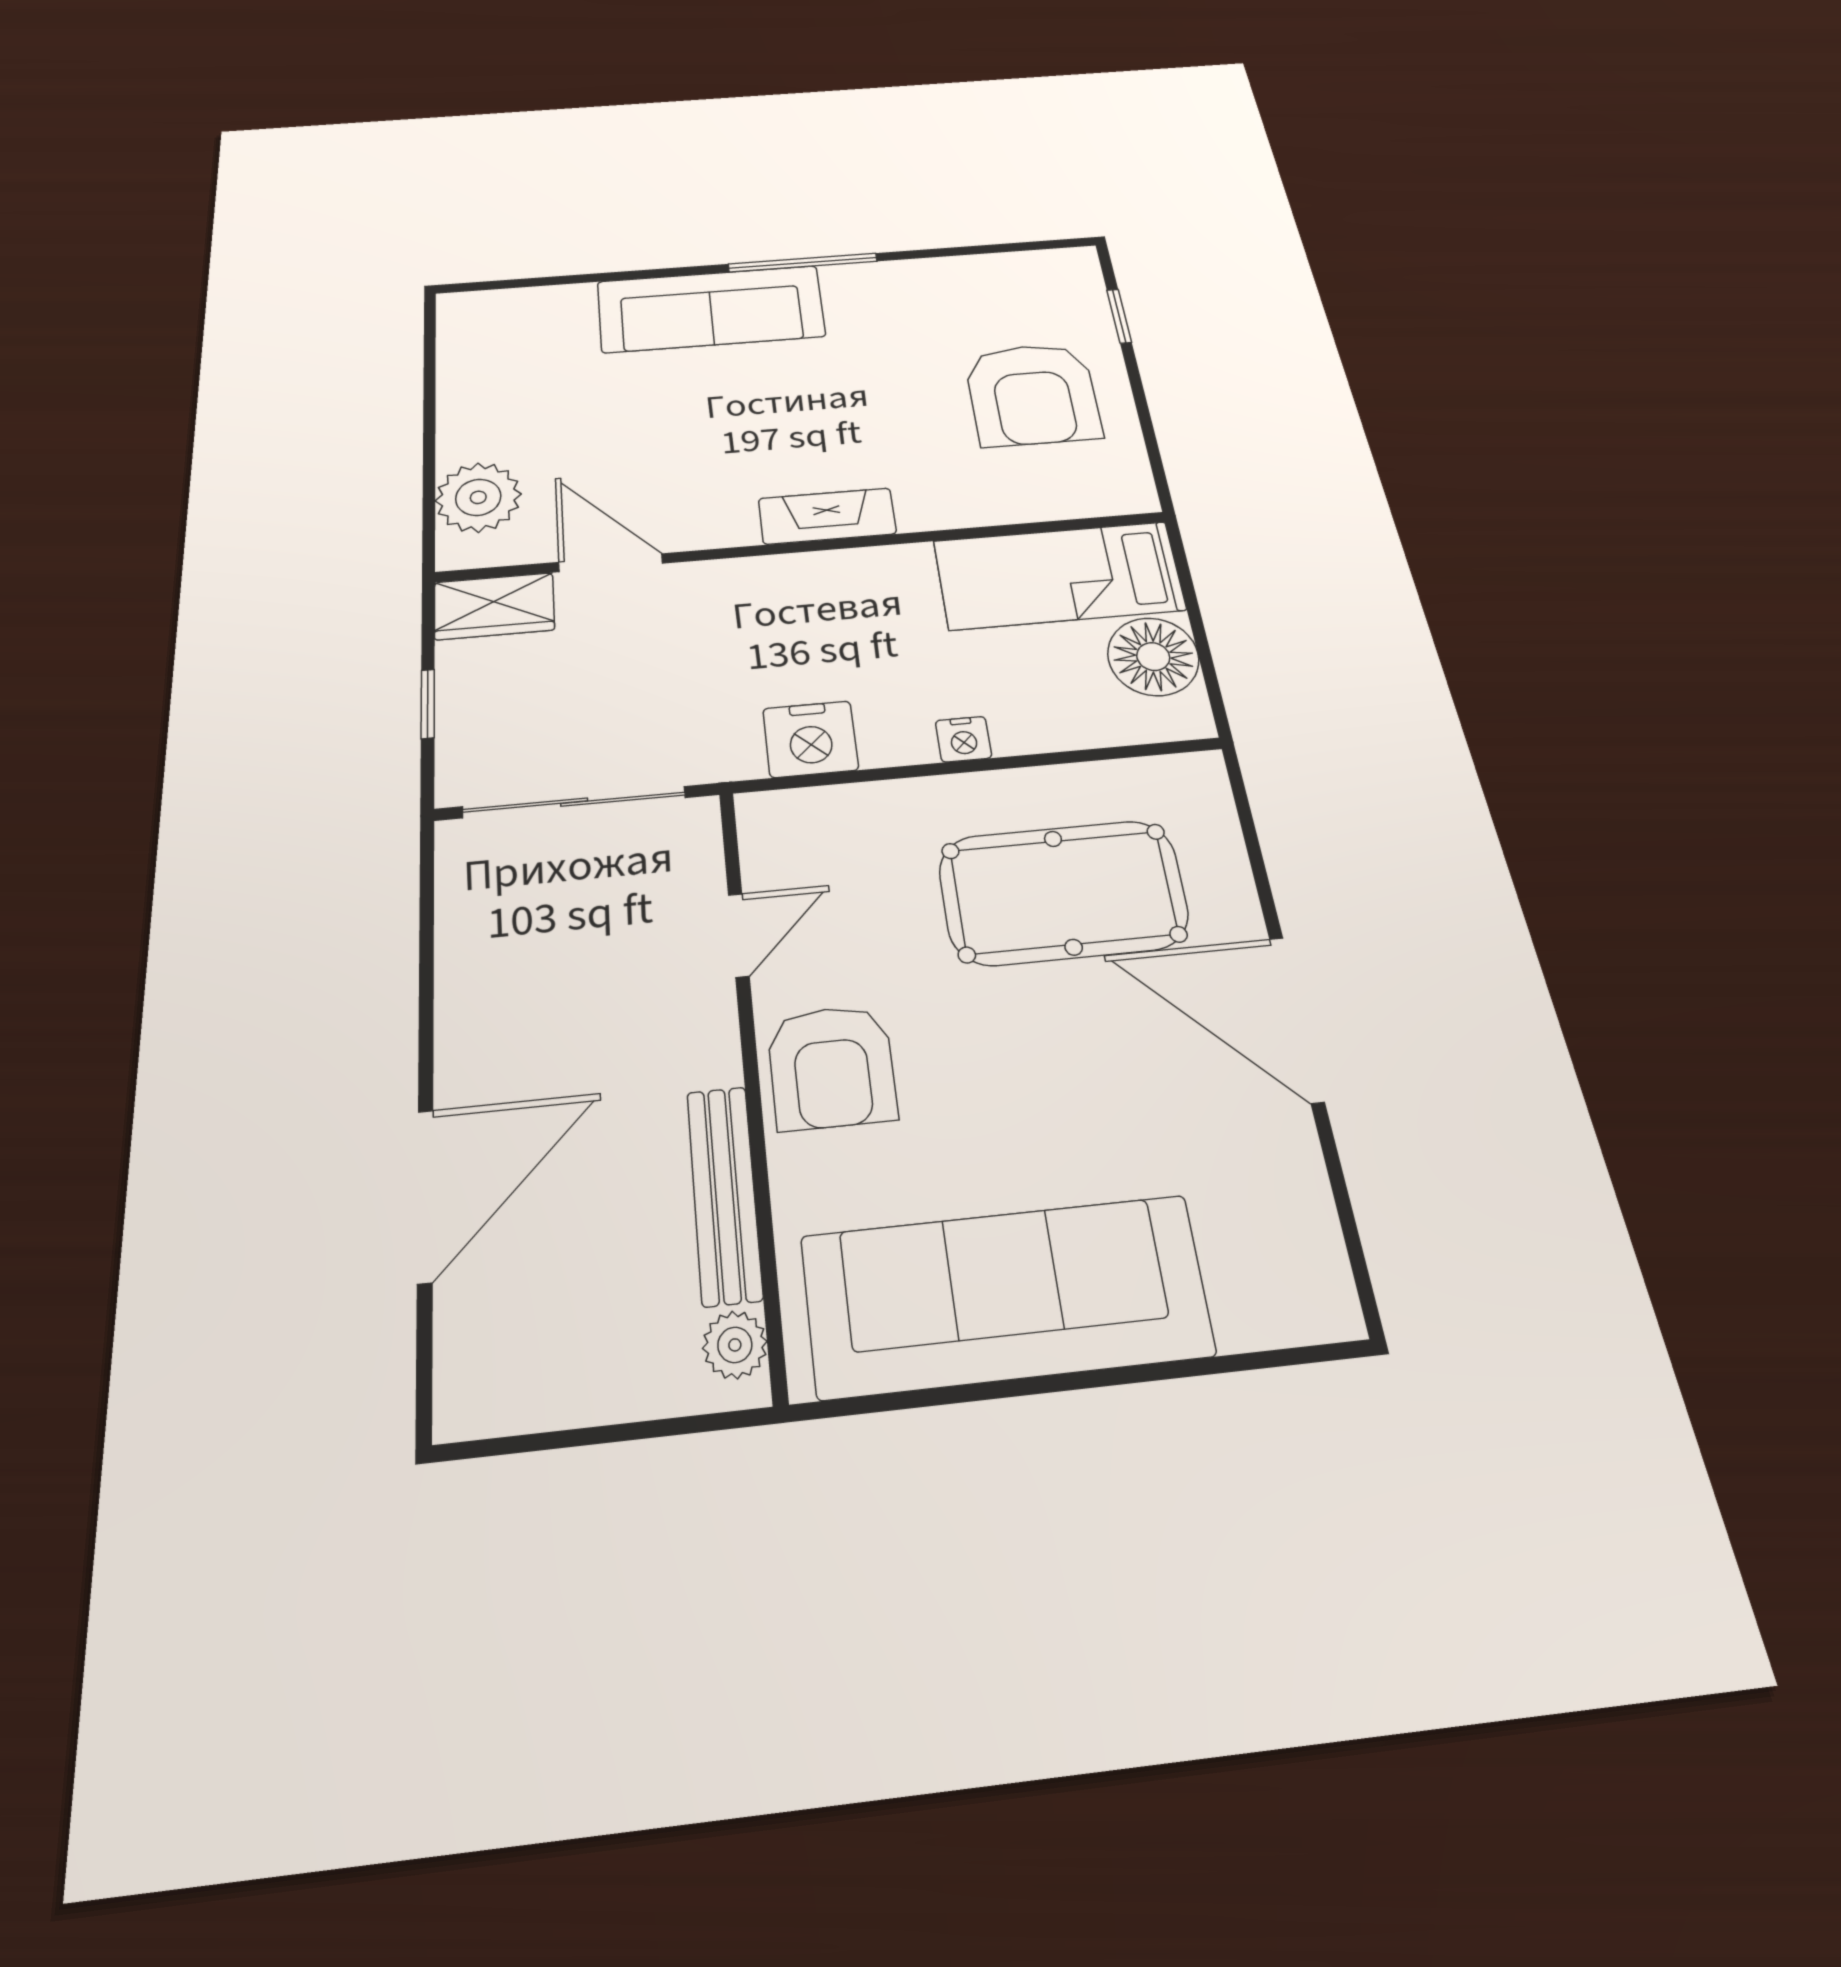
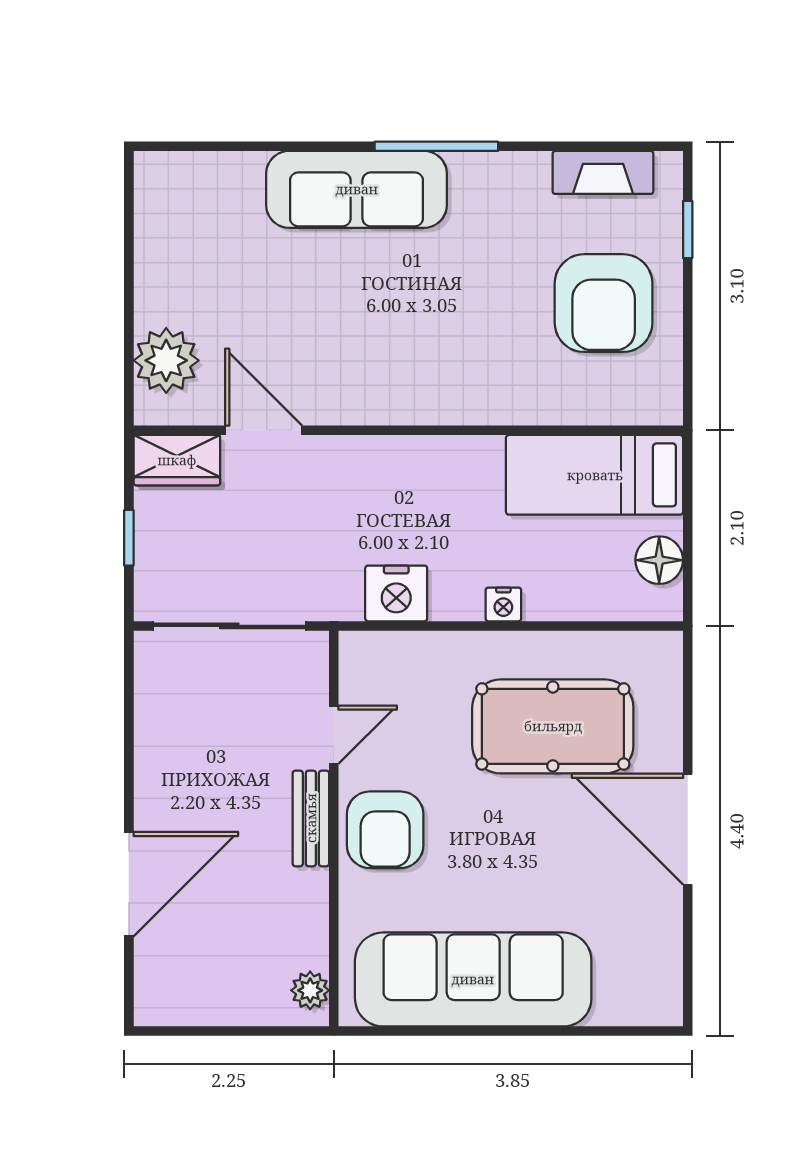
fireplace: (827, 516) -> (603, 172), moved, turned 180
floor lamp: (1153, 657) -> (659, 560), width x0.73, depth x0.73
bench: (724, 1194) -> (311, 818), moved, width x0.73

